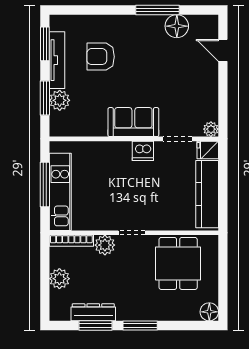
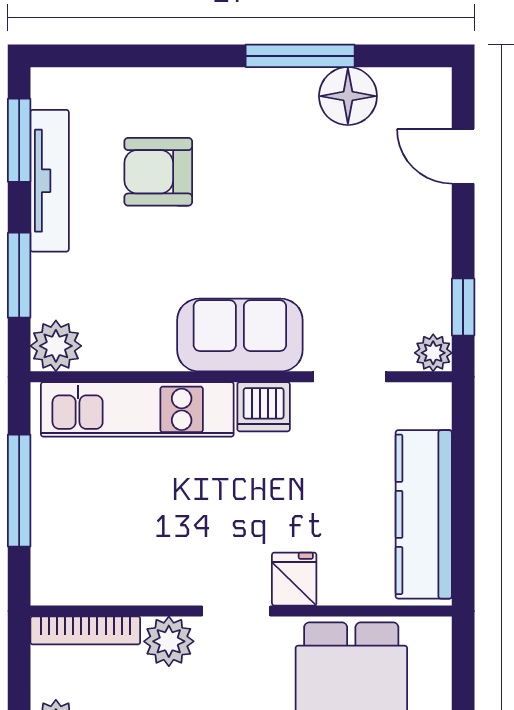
plant: (60, 100) -> (56, 346), moved
window: (223, 111) -> (463, 307), added
fridge: (208, 150) -> (294, 579), moved, turned 90
kitchen unit: (60, 192) -> (137, 409), moved, turned 90

